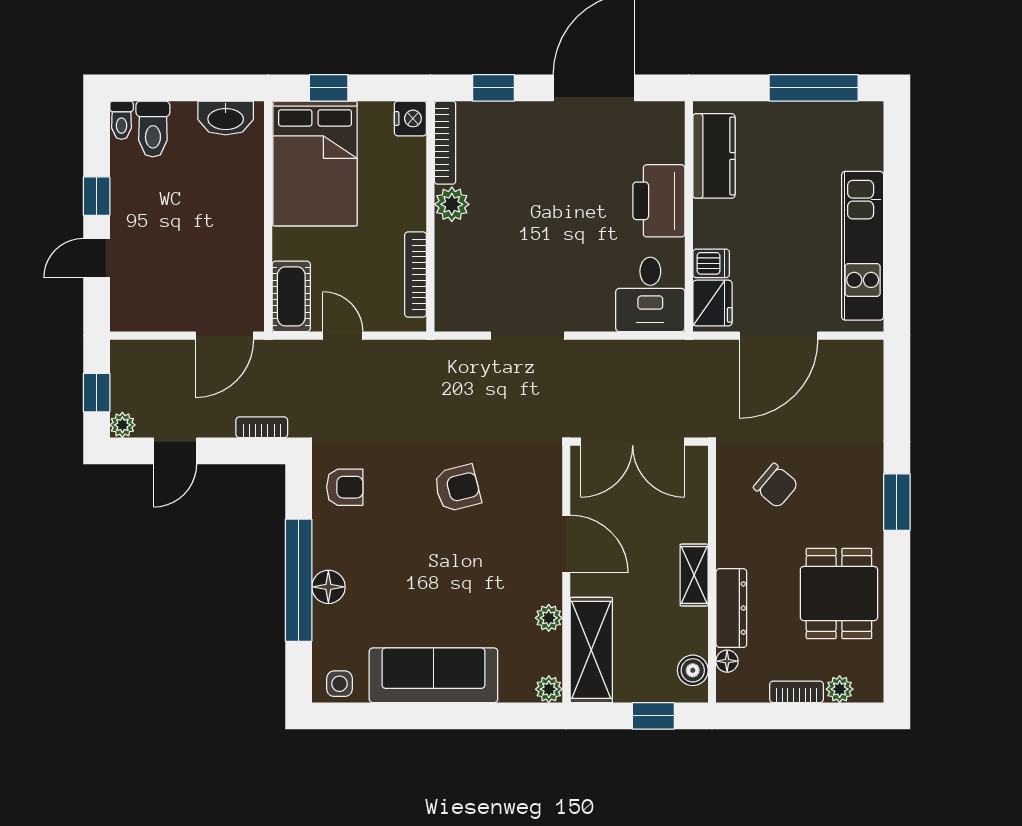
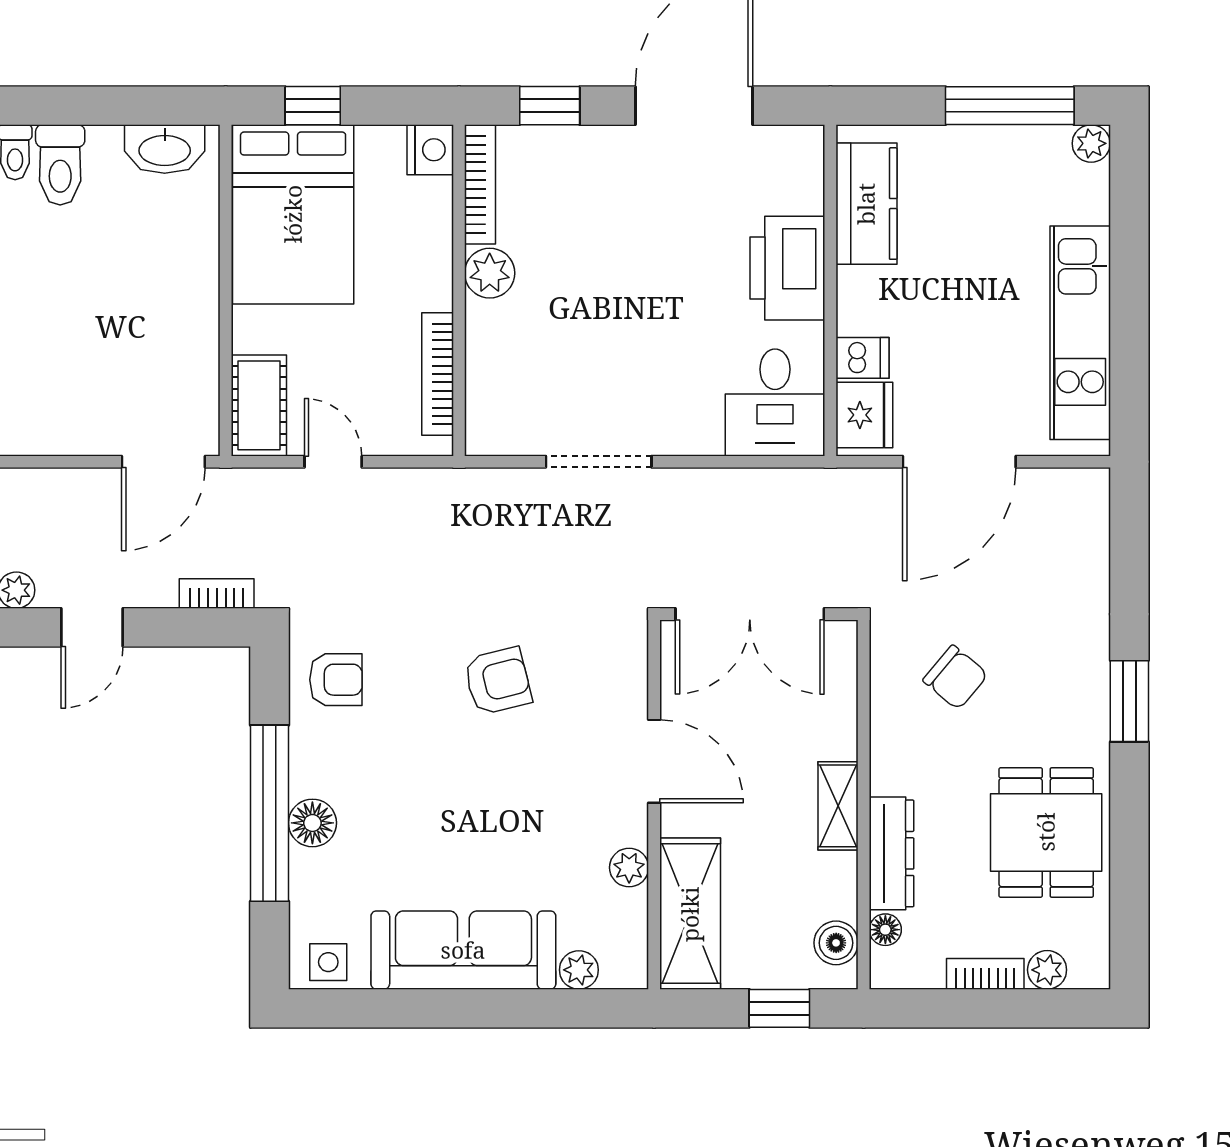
plant: (870, 114) -> (1091, 143), added
plant: (549, 689) -> (579, 970), moved

